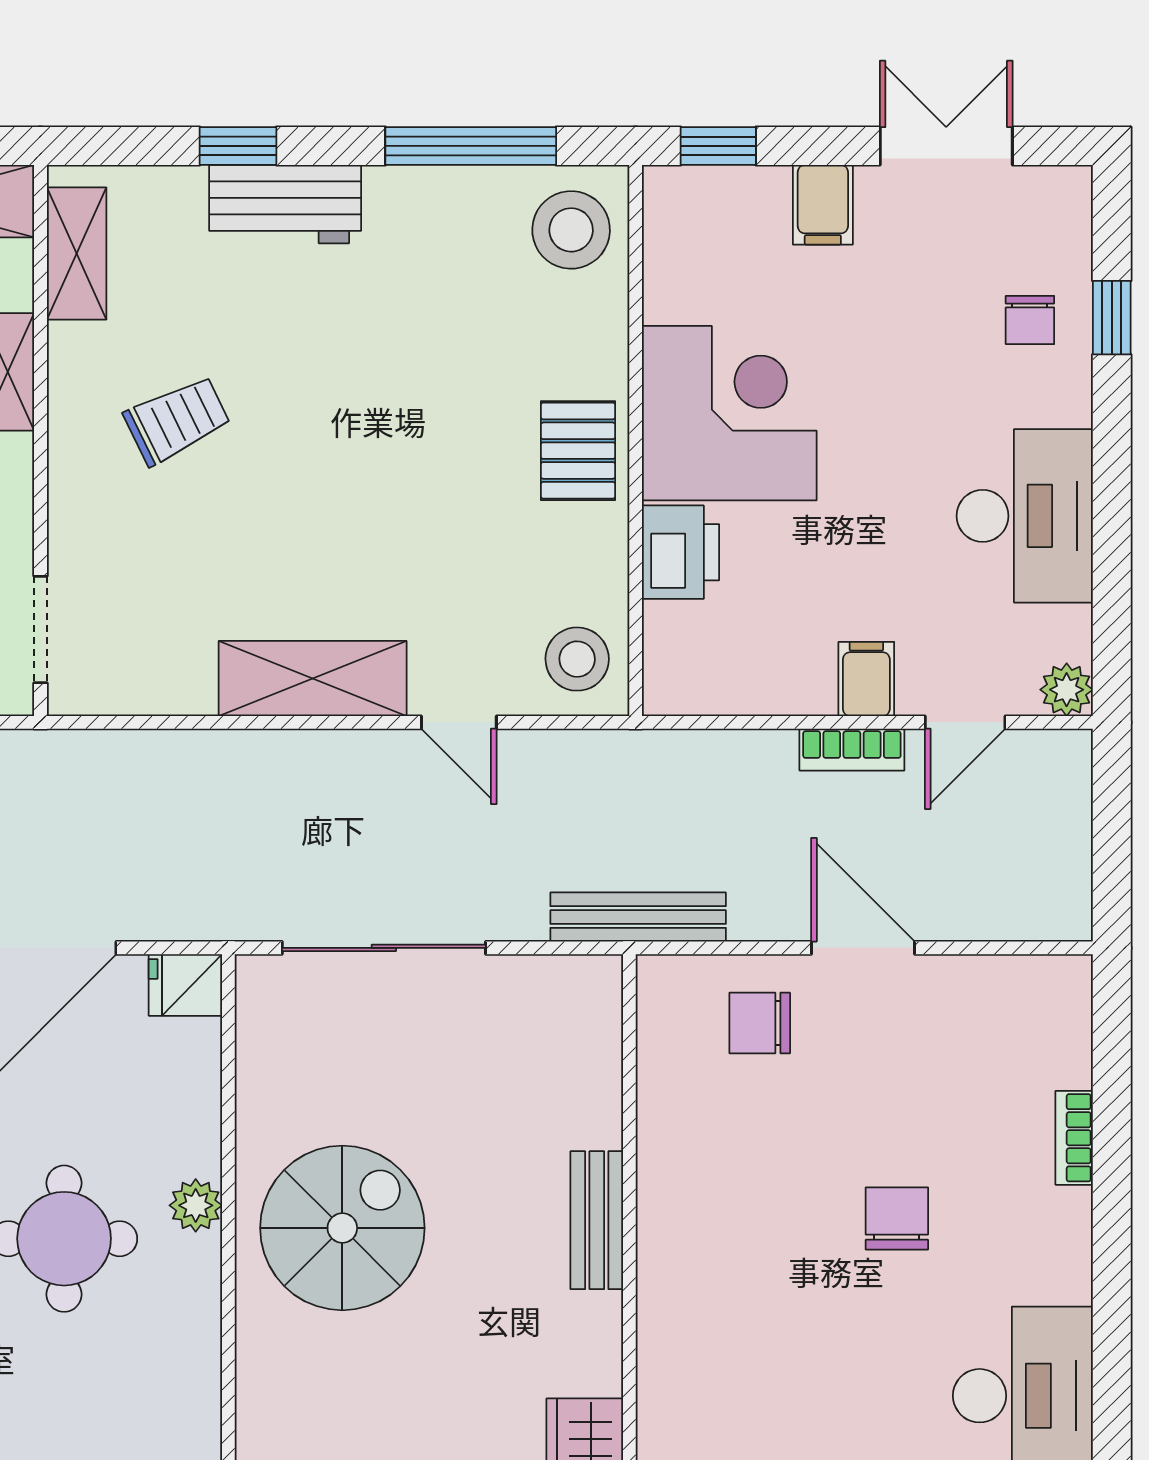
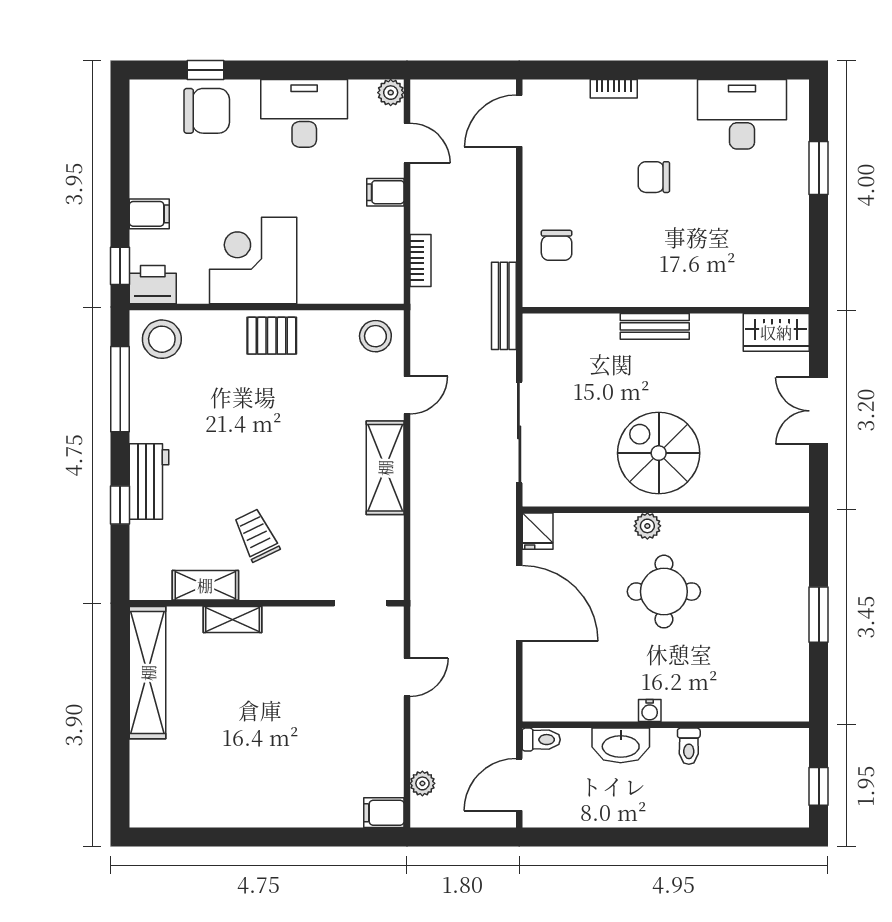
double door: (946, 146) -> (120, 152), removed
shelving: (77, 254) -> (205, 585), moved
chair: (1030, 320) -> (207, 111), width x1.87, depth x1.87
printer: (681, 552) -> (153, 285), moved
bookcase: (852, 750) -> (421, 260), moved
door: (863, 948) -> (519, 121), moved

